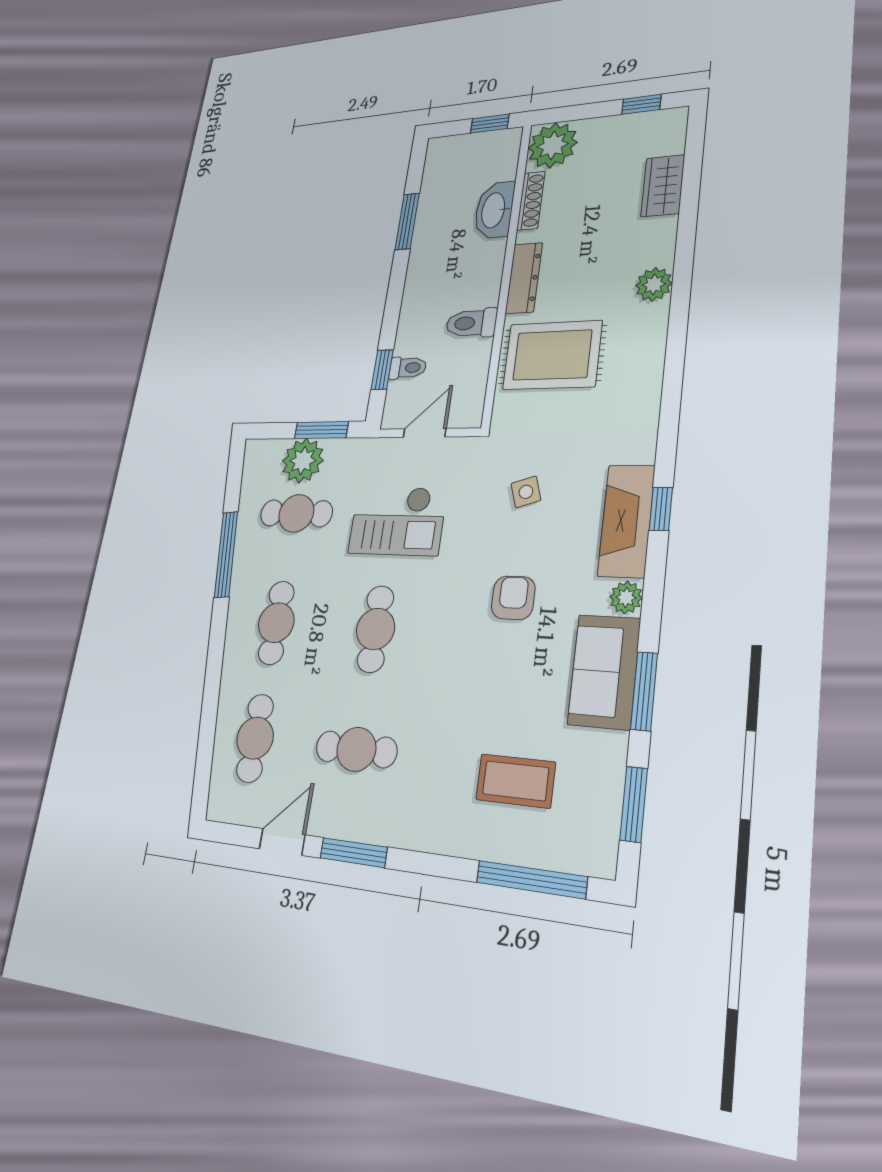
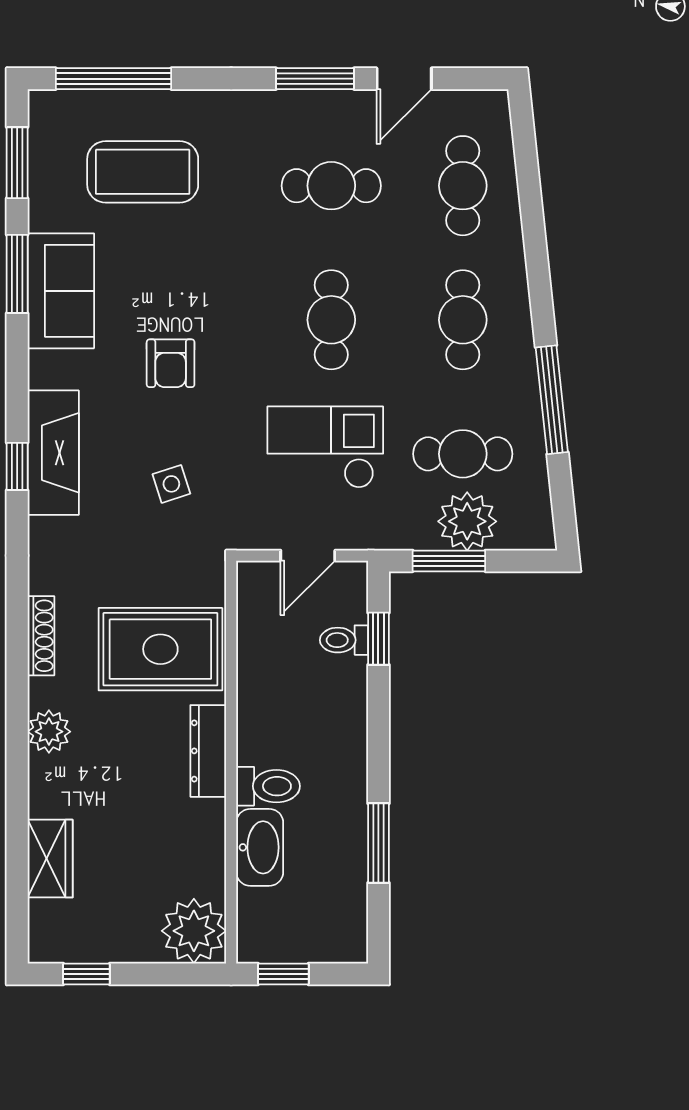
shoe rack: (531, 201) -> (41, 636), moved, turned 180
toilet: (471, 323) -> (268, 786), moved
plant: (626, 598) -> (45, 369), removed
coffee table: (516, 781) -> (143, 172), width x1.36, depth x1.32

